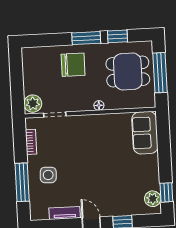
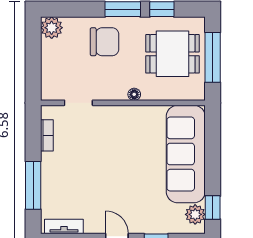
plant: (33, 104) -> (52, 28), moved
sofa: (145, 133) -> (186, 154), width x1.85, depth x1.27
side table: (48, 175) -> (66, 178), removed
tv unit: (65, 213) -> (64, 227), moved

